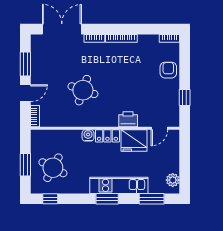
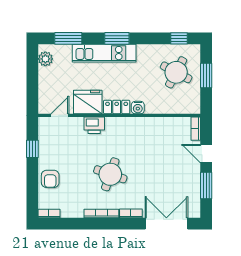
double door: (62, 29) -> (166, 224), swing flipped
round table: (83, 90) -> (110, 174), moved
door: (25, 93) -> (206, 154), hinge flipped

